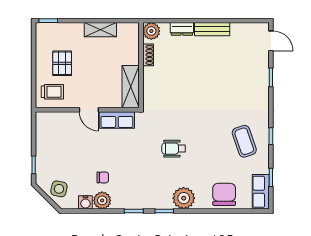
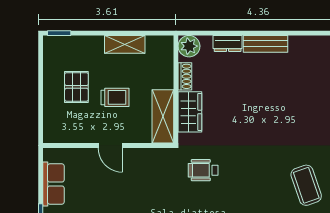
wardrobe: (152, 83) -> (190, 112), added
trolley: (52, 92) -> (115, 97), moved
row of seats: (117, 120) -> (53, 184), moved, turned -90
wheelchair: (174, 149) -> (203, 170), moved

